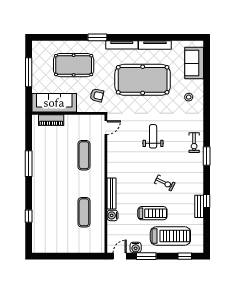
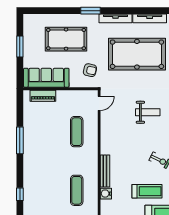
window: (29, 72) -> (20, 46), width x0.69
weight bench: (153, 136) -> (148, 112), turned 90

